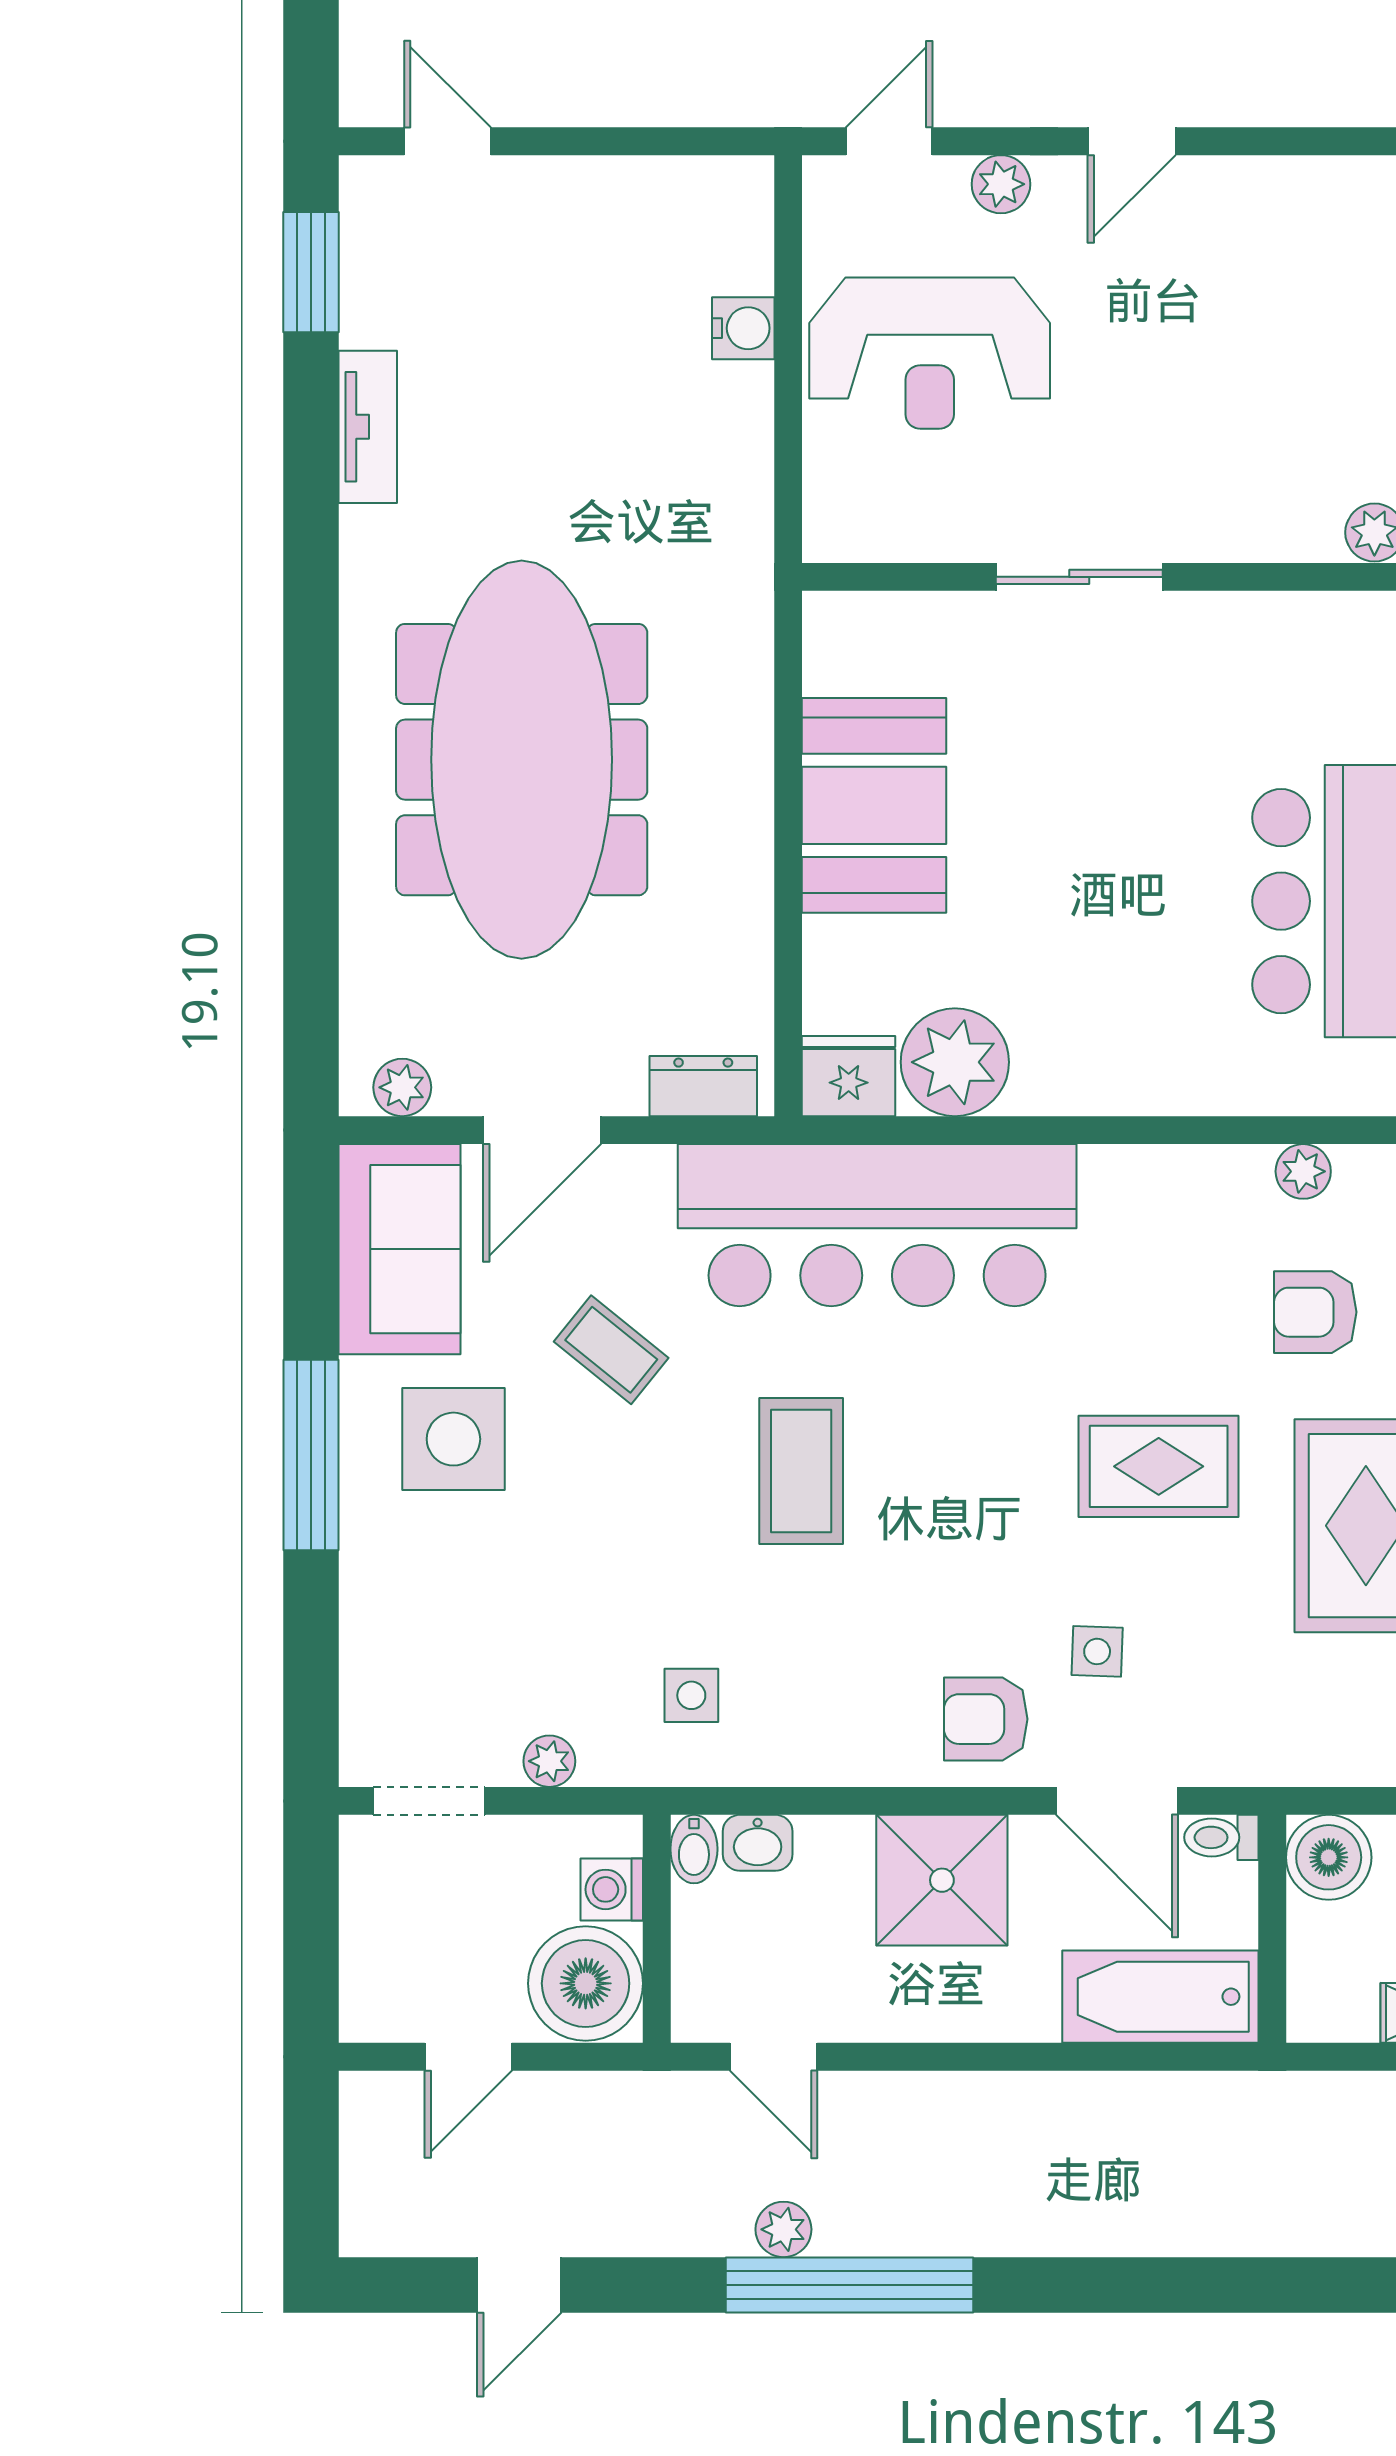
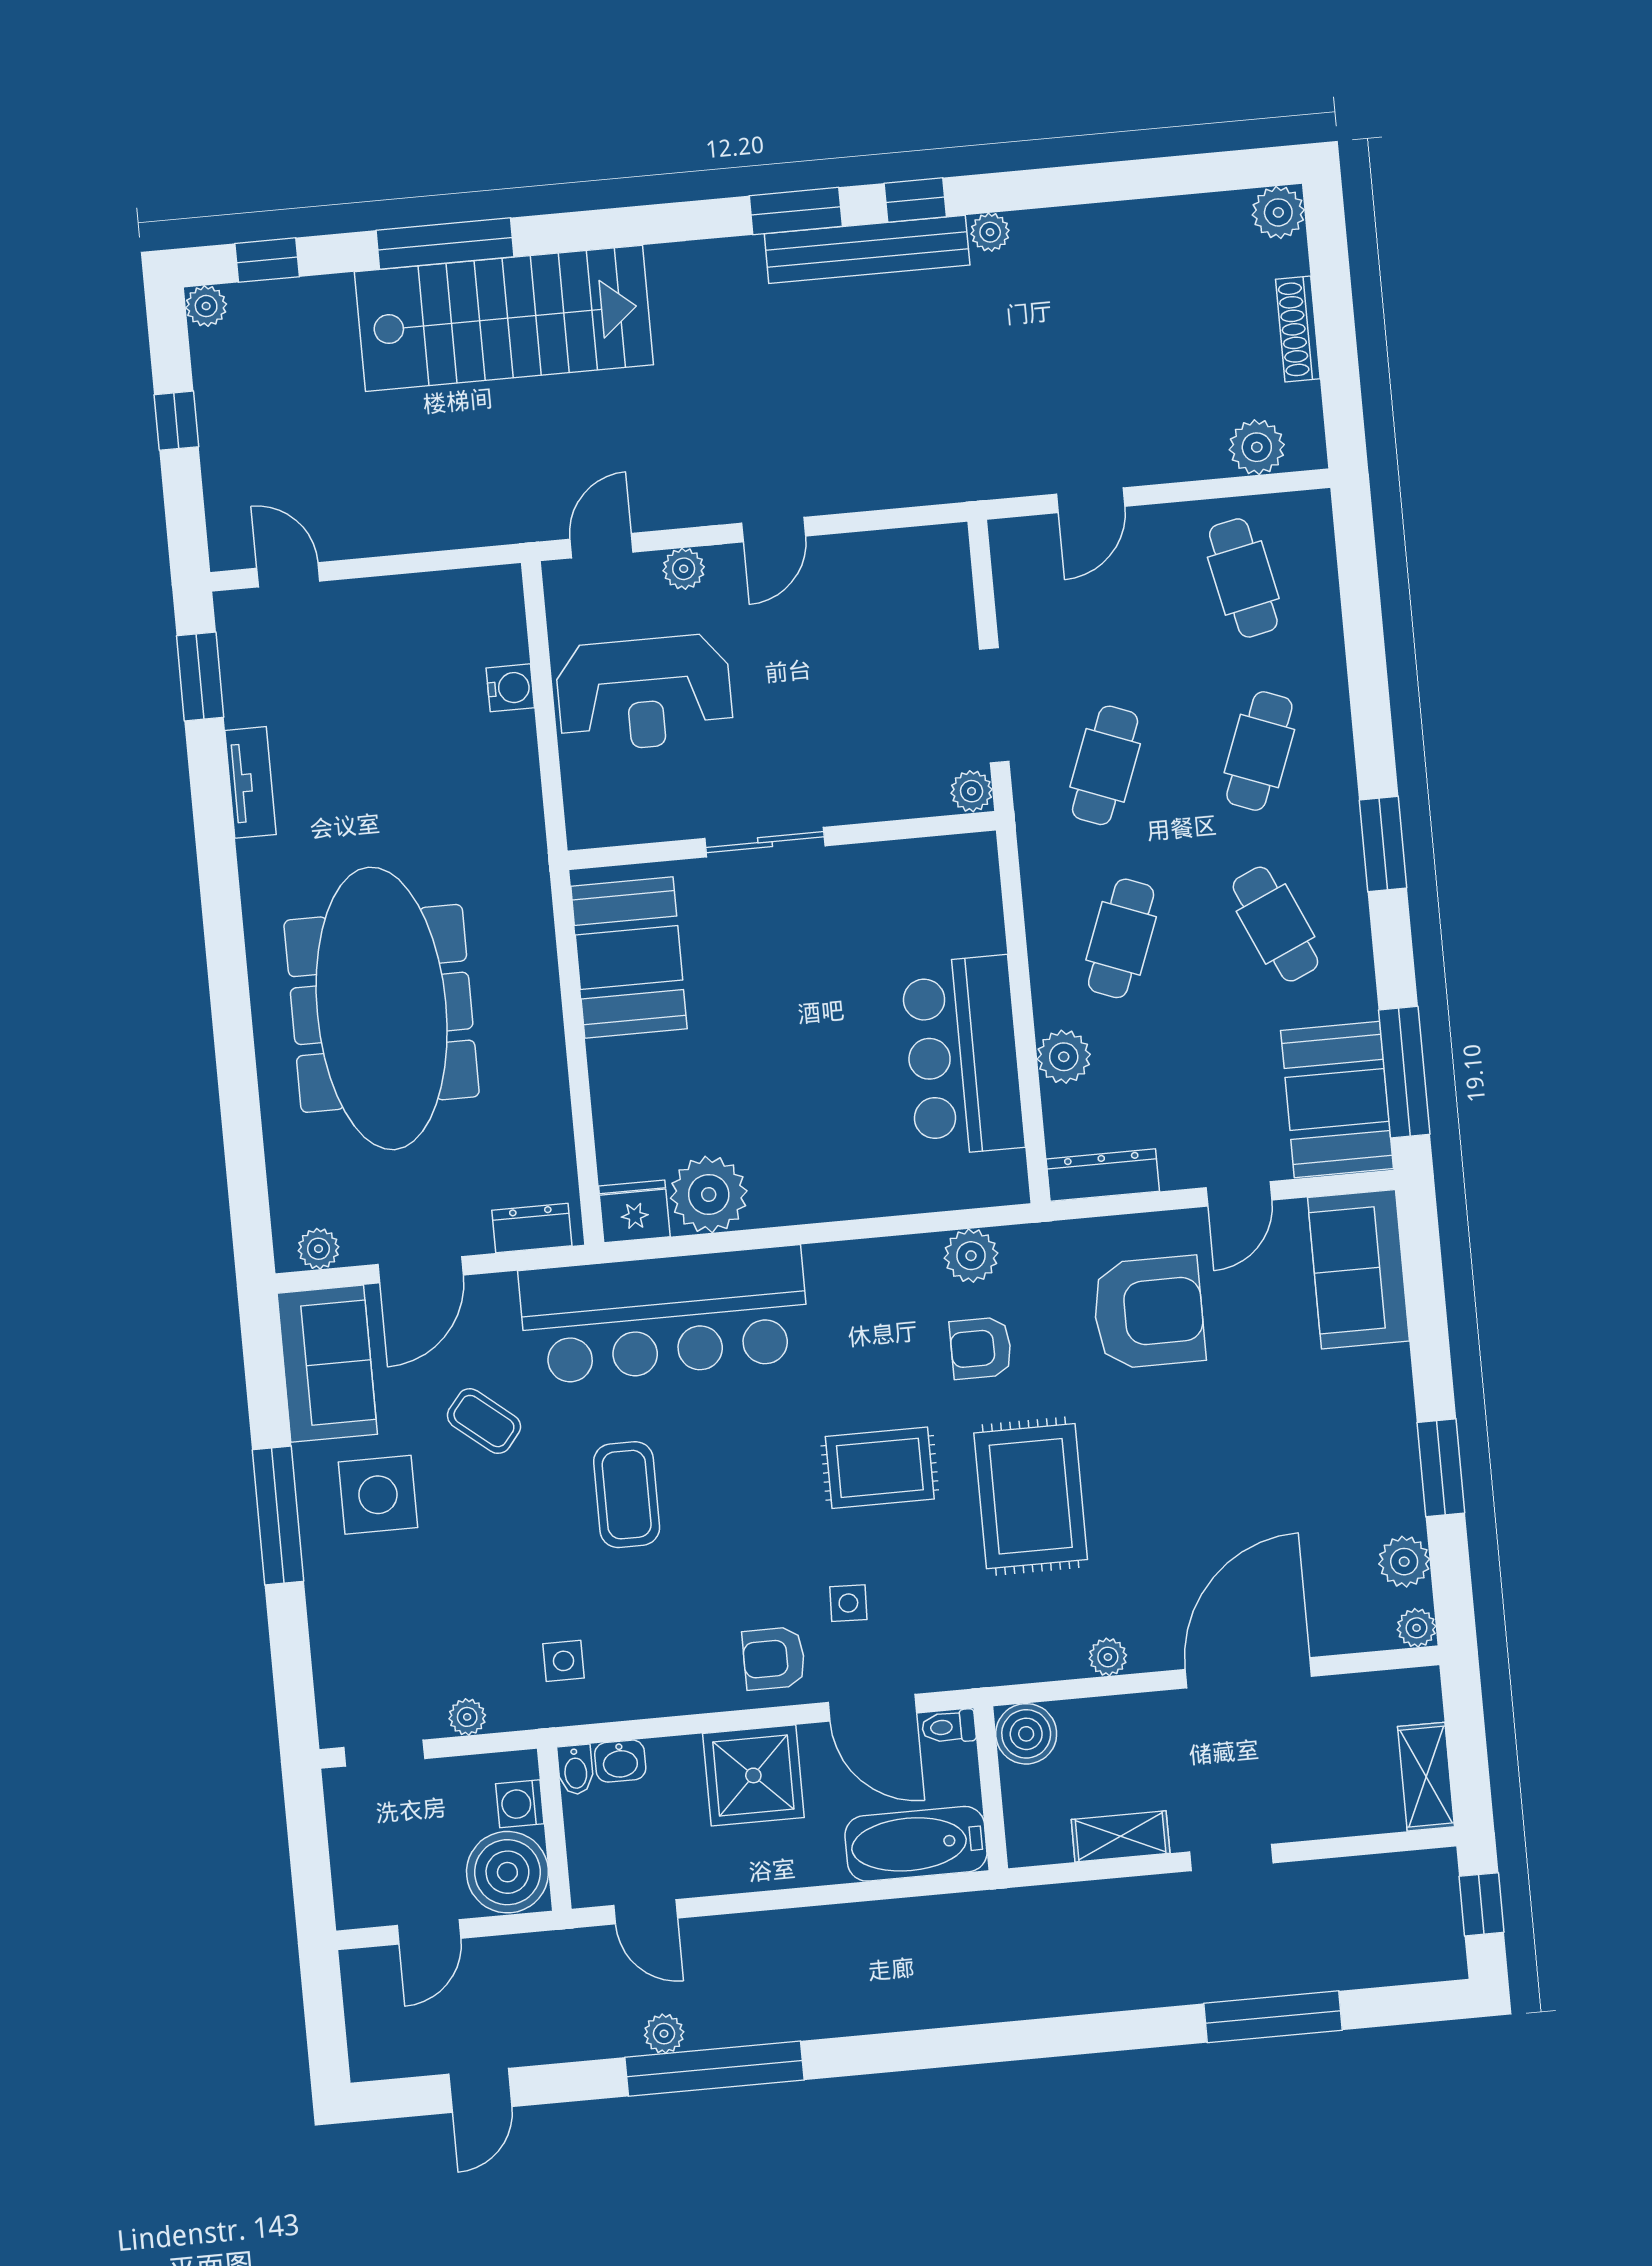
booth: (874, 805) -> (629, 958), moved
plant: (1303, 1171) -> (971, 1256), width x1.38, depth x1.38

